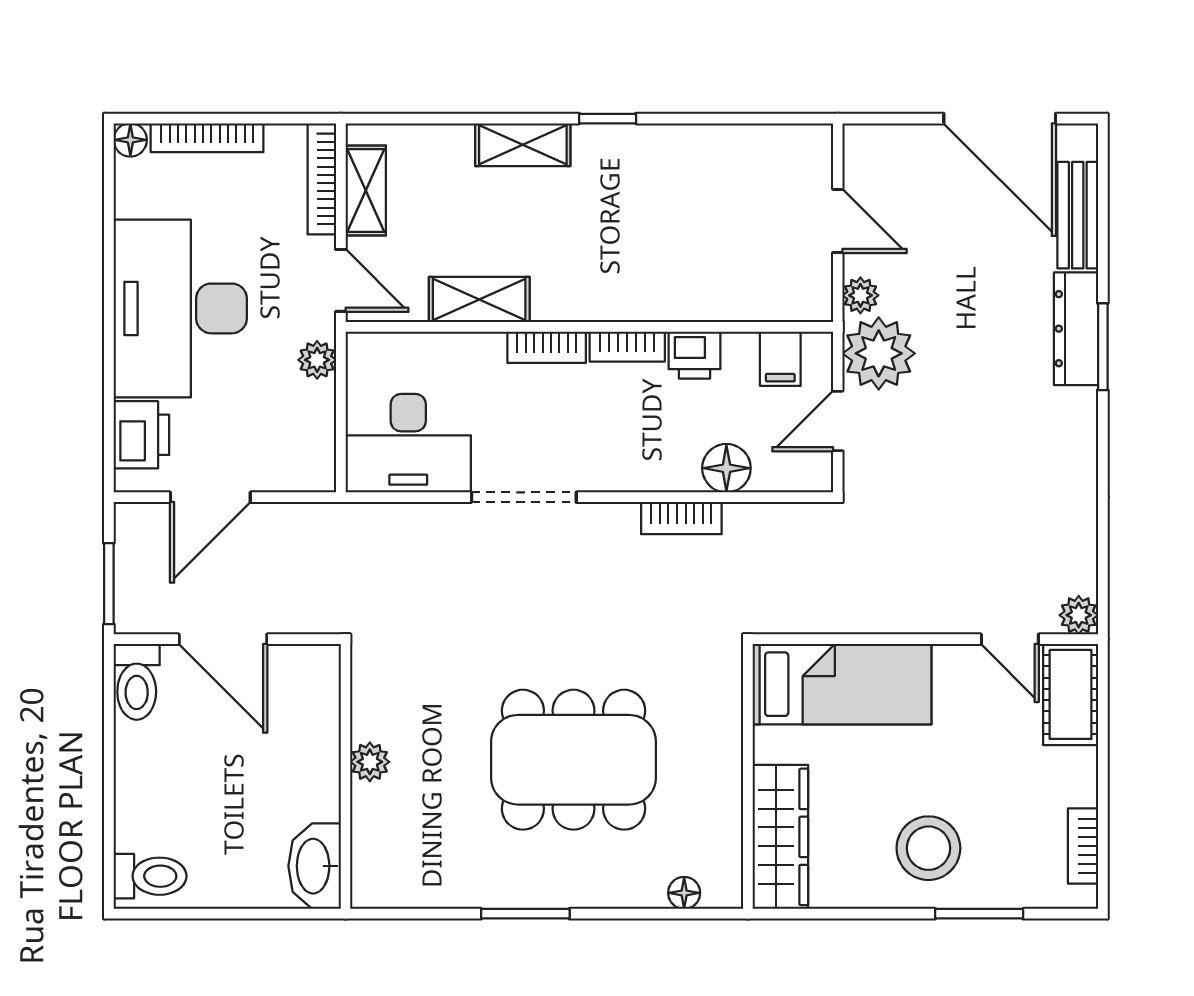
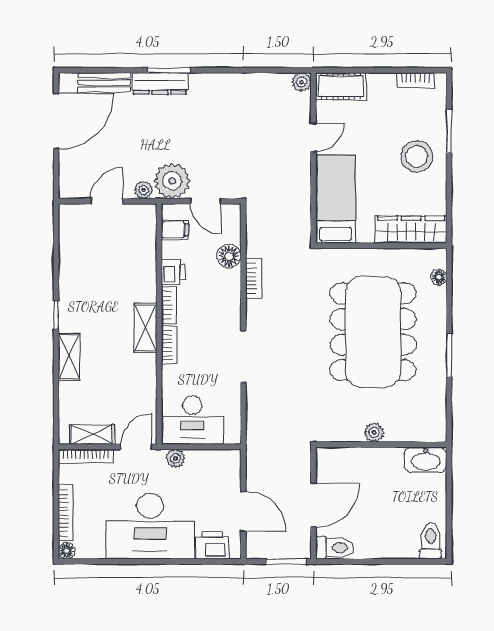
shelving: (479, 299) -> (145, 328), moved
desk: (408, 443) -> (192, 420), moved, turned 90
door: (1010, 639) -> (313, 137), moved
dining table: (574, 760) -> (373, 332), width x1.36, depth x1.24

